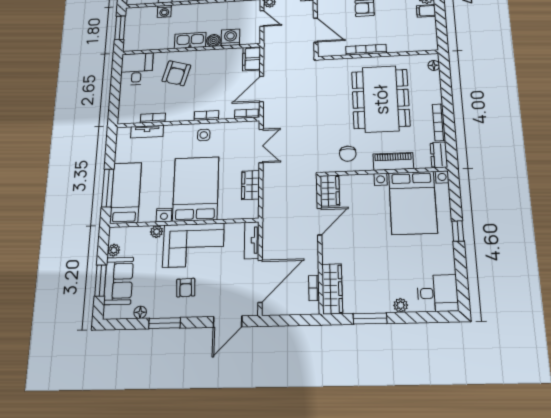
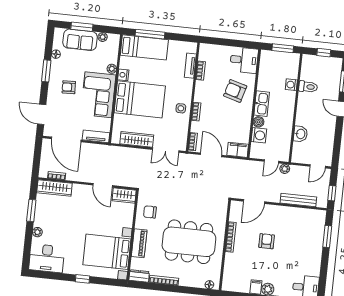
wardrobe: (251, 185) -> (137, 139), width x1.50
desk: (438, 293) -> (47, 258), width x1.37

